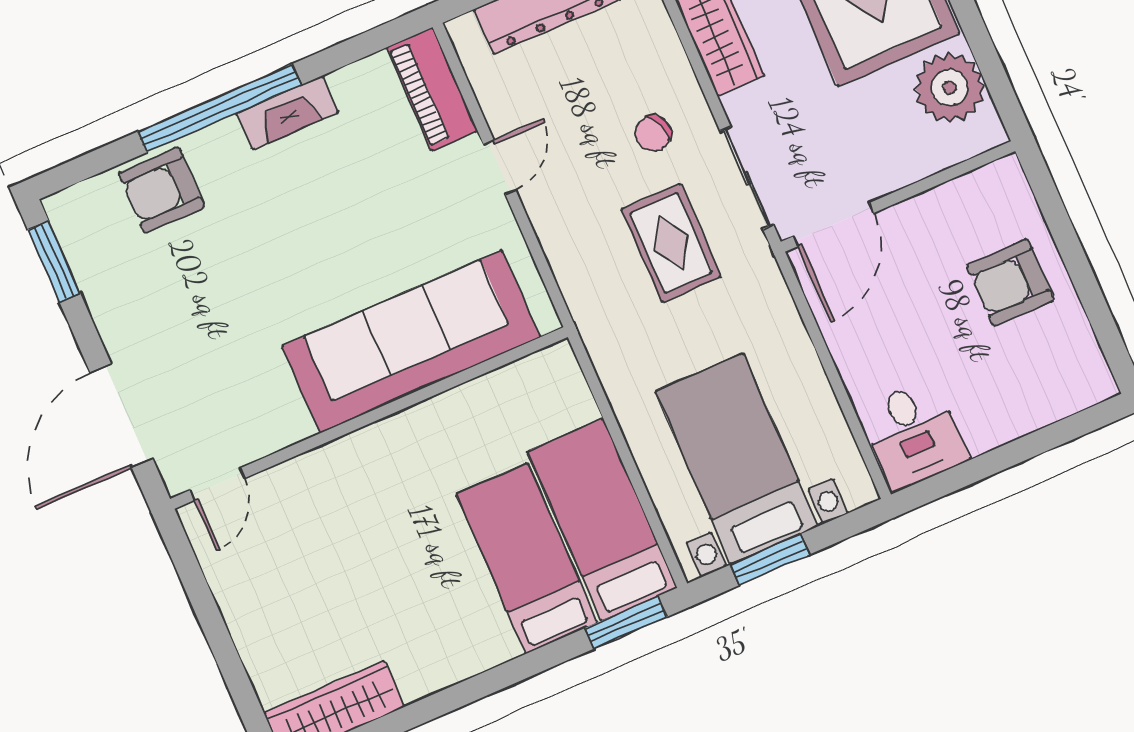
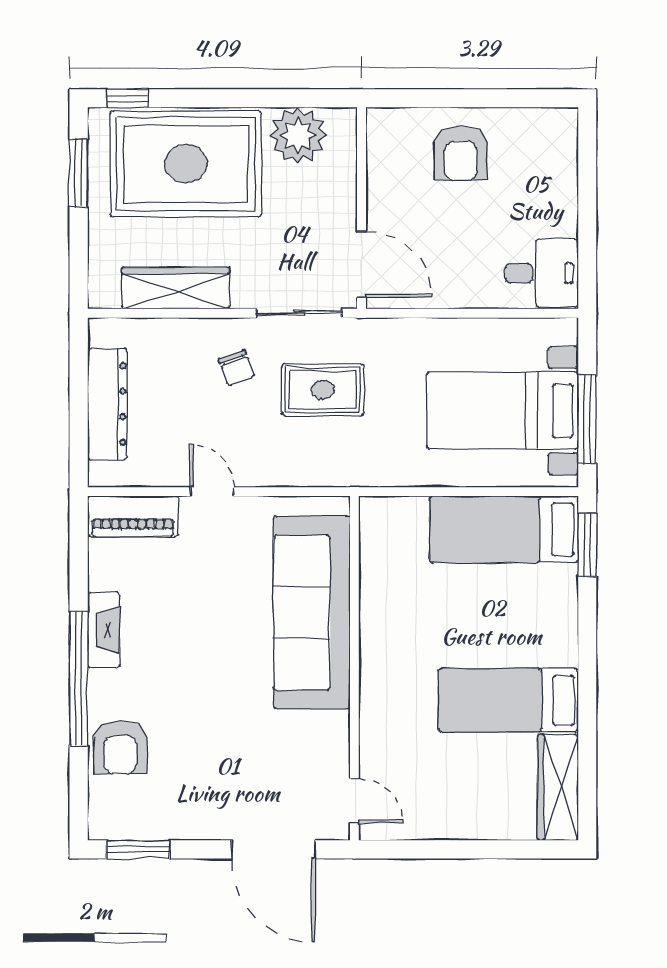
bed: (527, 558) -> (508, 700), moved
window: (770, 560) -> (587, 419), width x1.44

